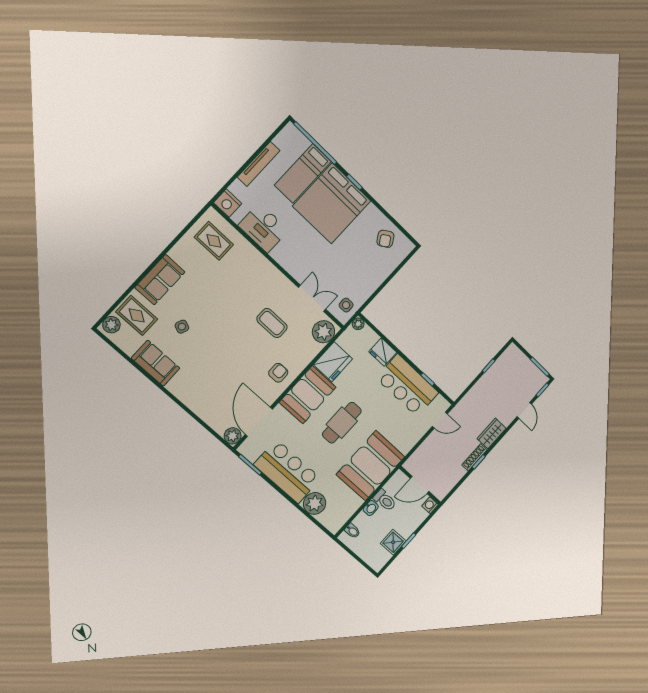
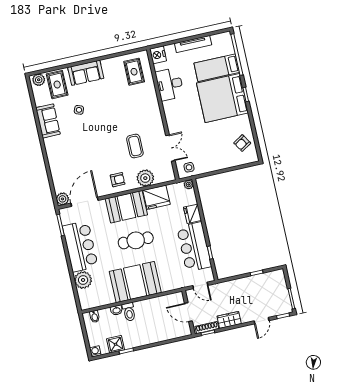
plant: (324, 332) -> (145, 178), moved
door: (420, 485) -> (188, 312), moved
wall: (420, 485) -> (188, 313), moved
washing machine: (430, 505) -> (95, 351), moved

